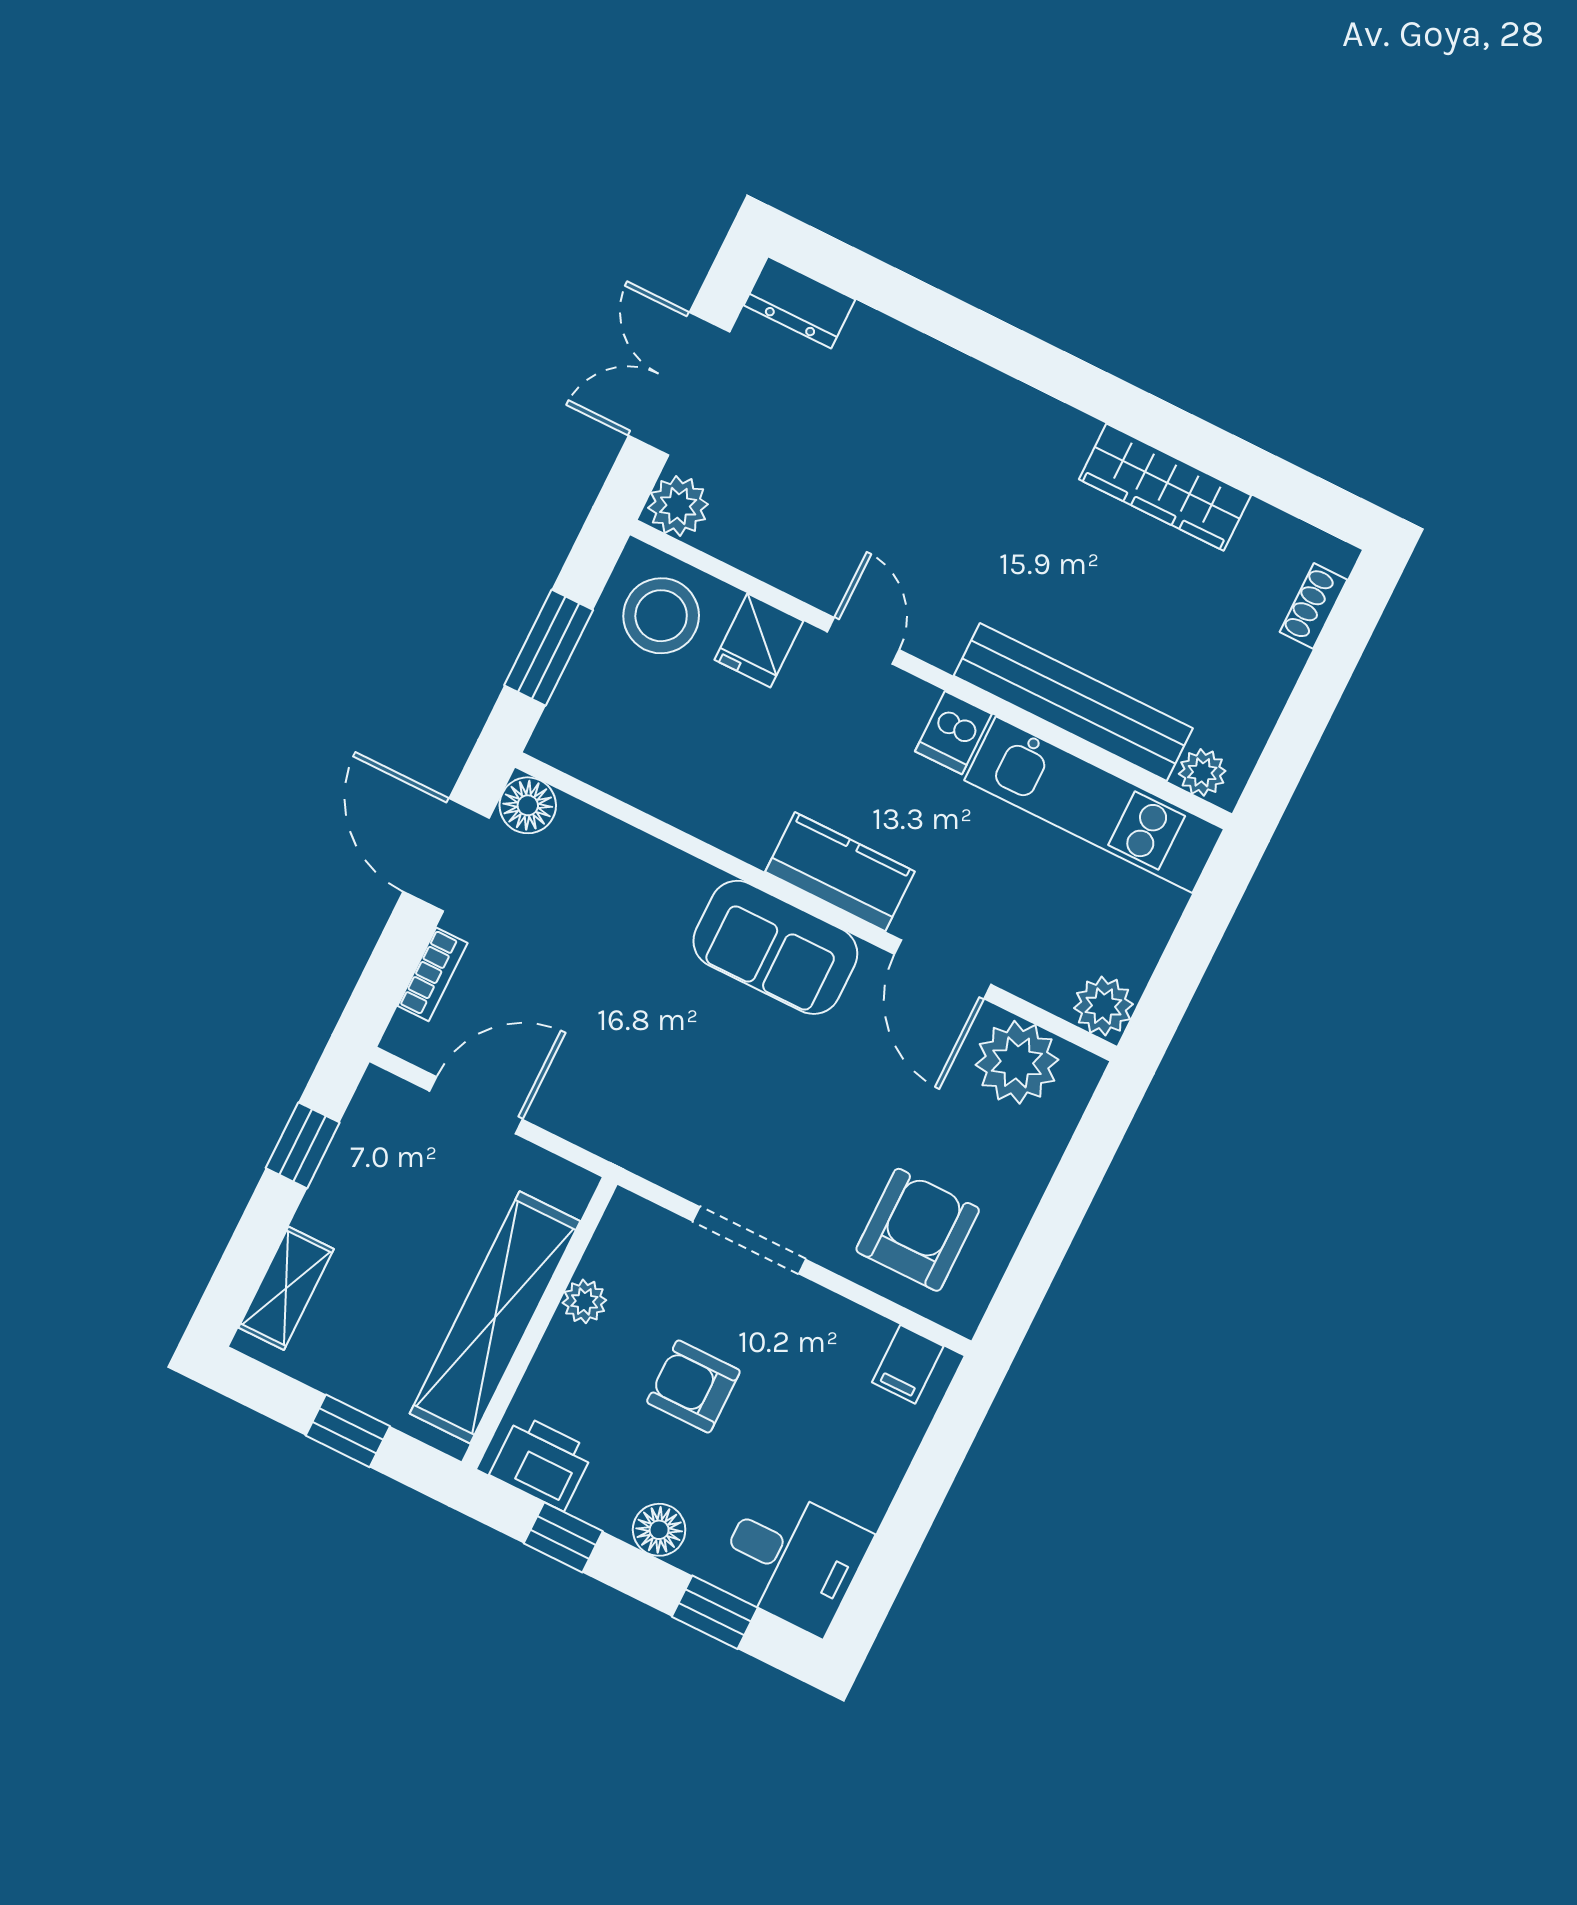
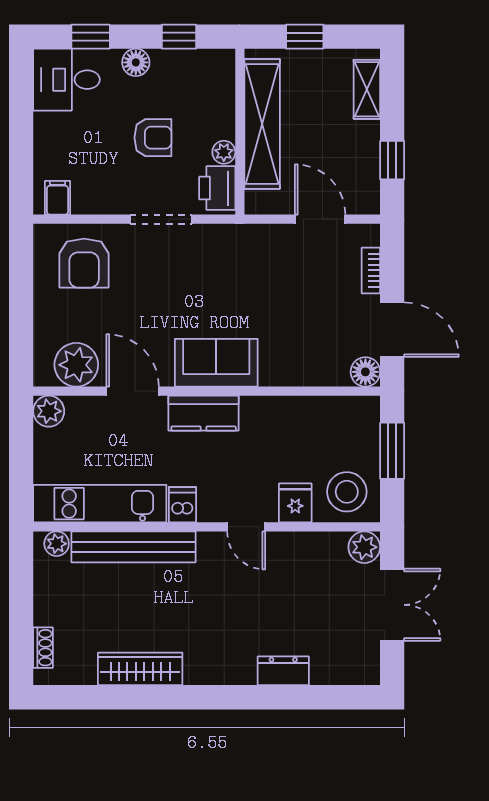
dresser: (799, 302) -> (283, 671), moved
door: (476, 1105) -> (320, 219), swing flipped
printer: (542, 1462) -> (217, 188), moved, turned 90

